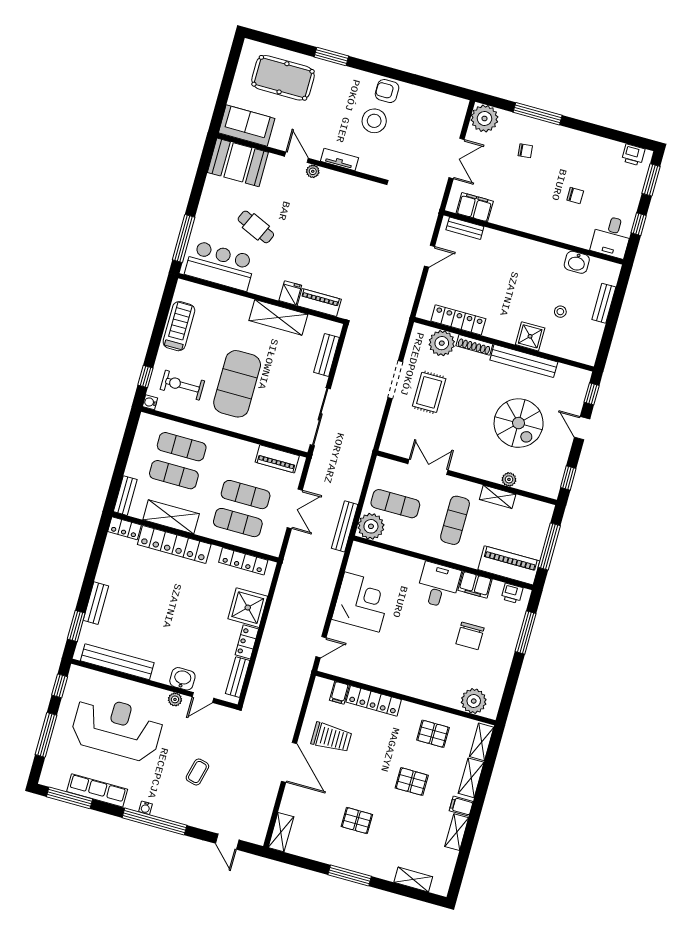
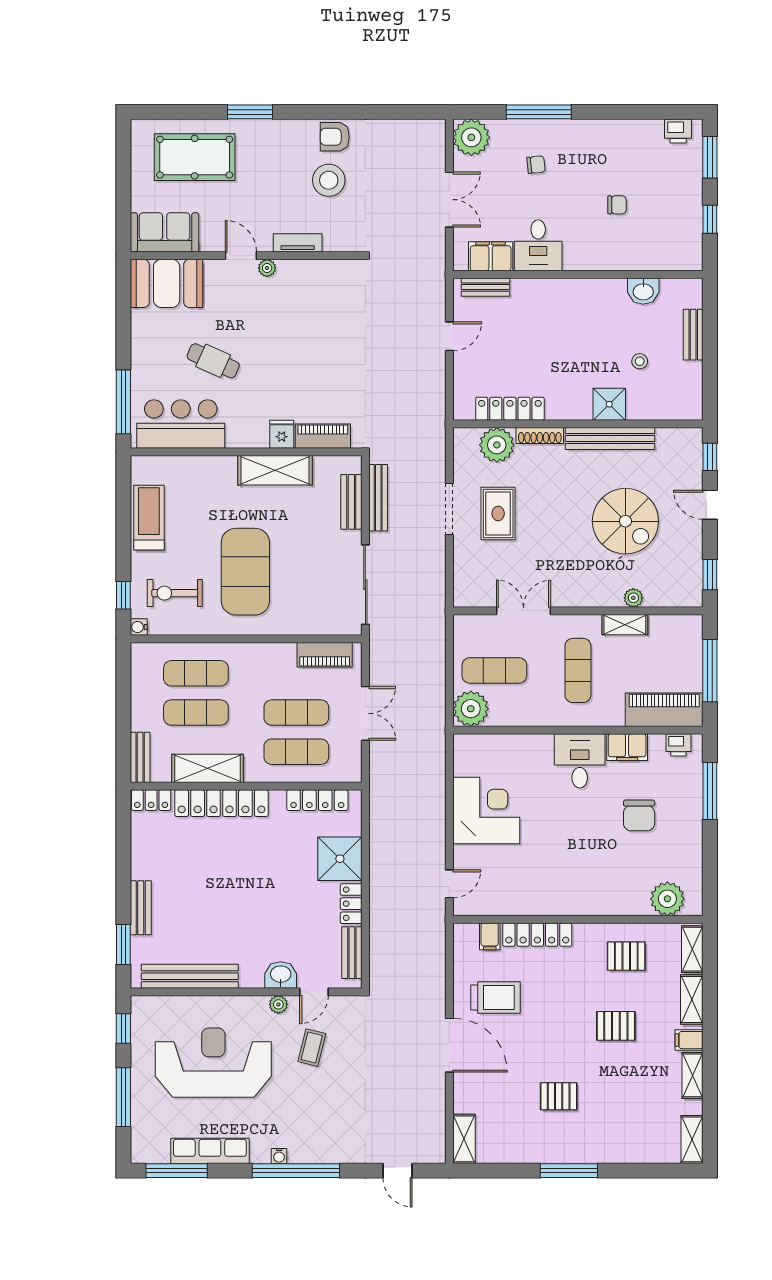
desk: (612, 237) -> (538, 245), moved
bench: (345, 526) -> (378, 498), moved
coffee table: (197, 772) -> (312, 1048), moved
shelving: (413, 879) -> (692, 1139), moved, turned 90

